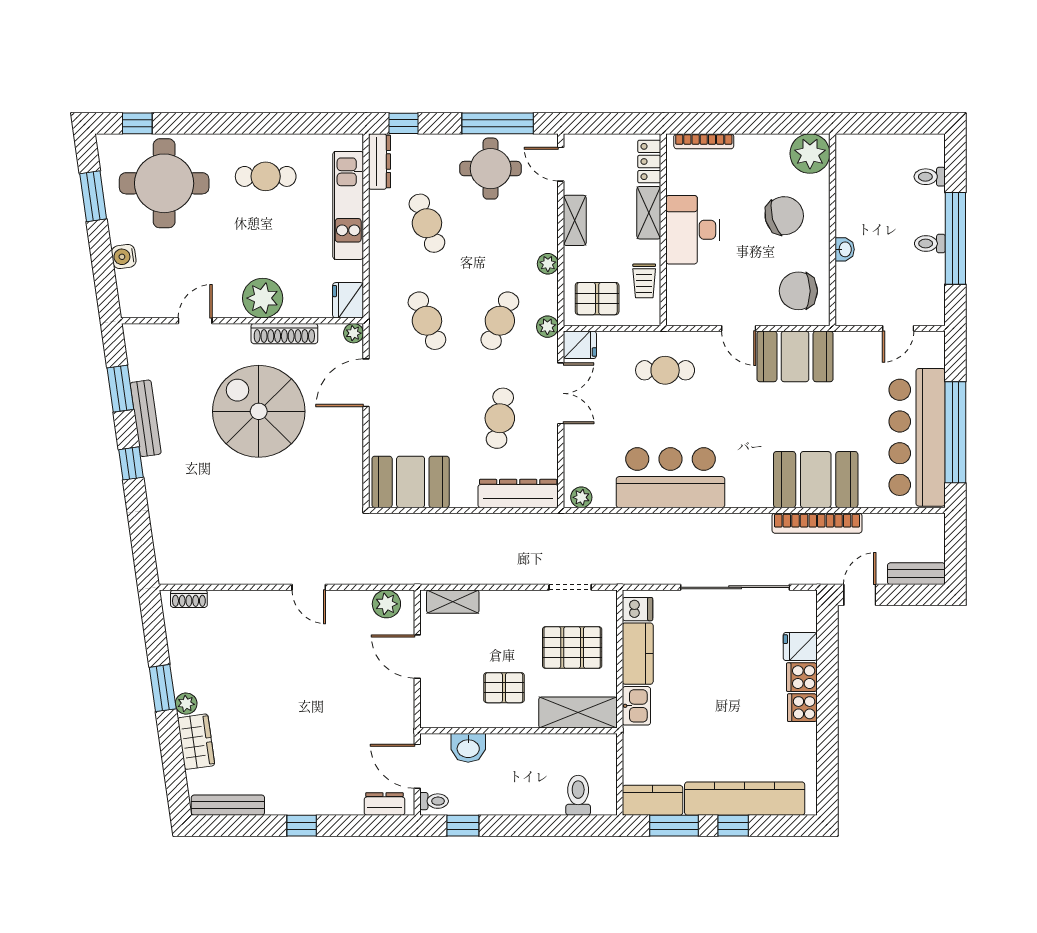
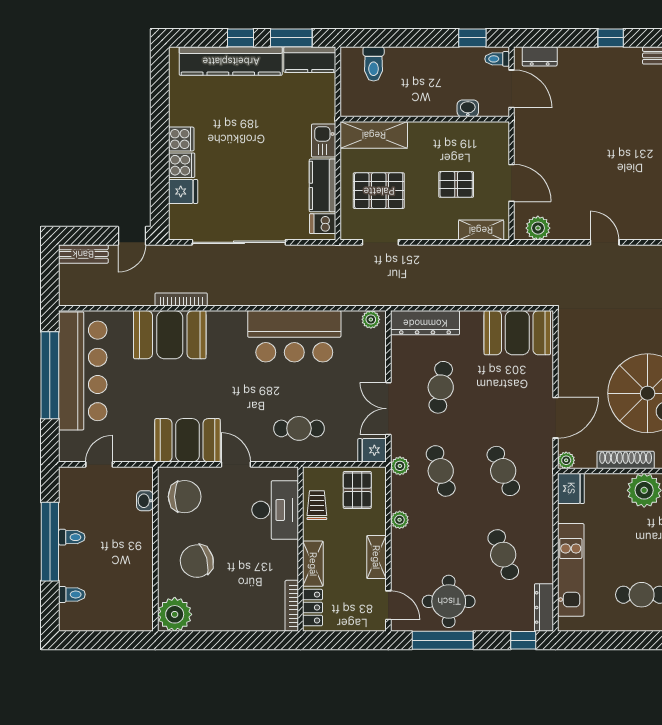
bookcase: (704, 141) -> (292, 606), moved, turned -90
desk: (693, 230) -> (275, 510), moved
washbasin: (845, 249) -> (145, 501), moved
pallet: (597, 299) -> (357, 490), turned 90
cafe table: (500, 321) -> (441, 471), turned -42
bookcase: (817, 523) -> (181, 299), width x0.68, depth x0.76
pallet: (504, 688) -> (456, 184), moved
washbasin: (468, 748) -> (468, 108), width x0.72, depth x0.69

